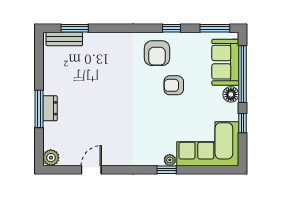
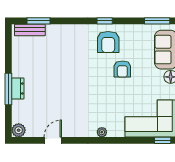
window: (171, 28) -> (105, 21), moved
armchair: (174, 85) -> (122, 69), turned -90
plant: (170, 160) -> (102, 132), moved
window: (167, 170) -> (163, 140), moved

